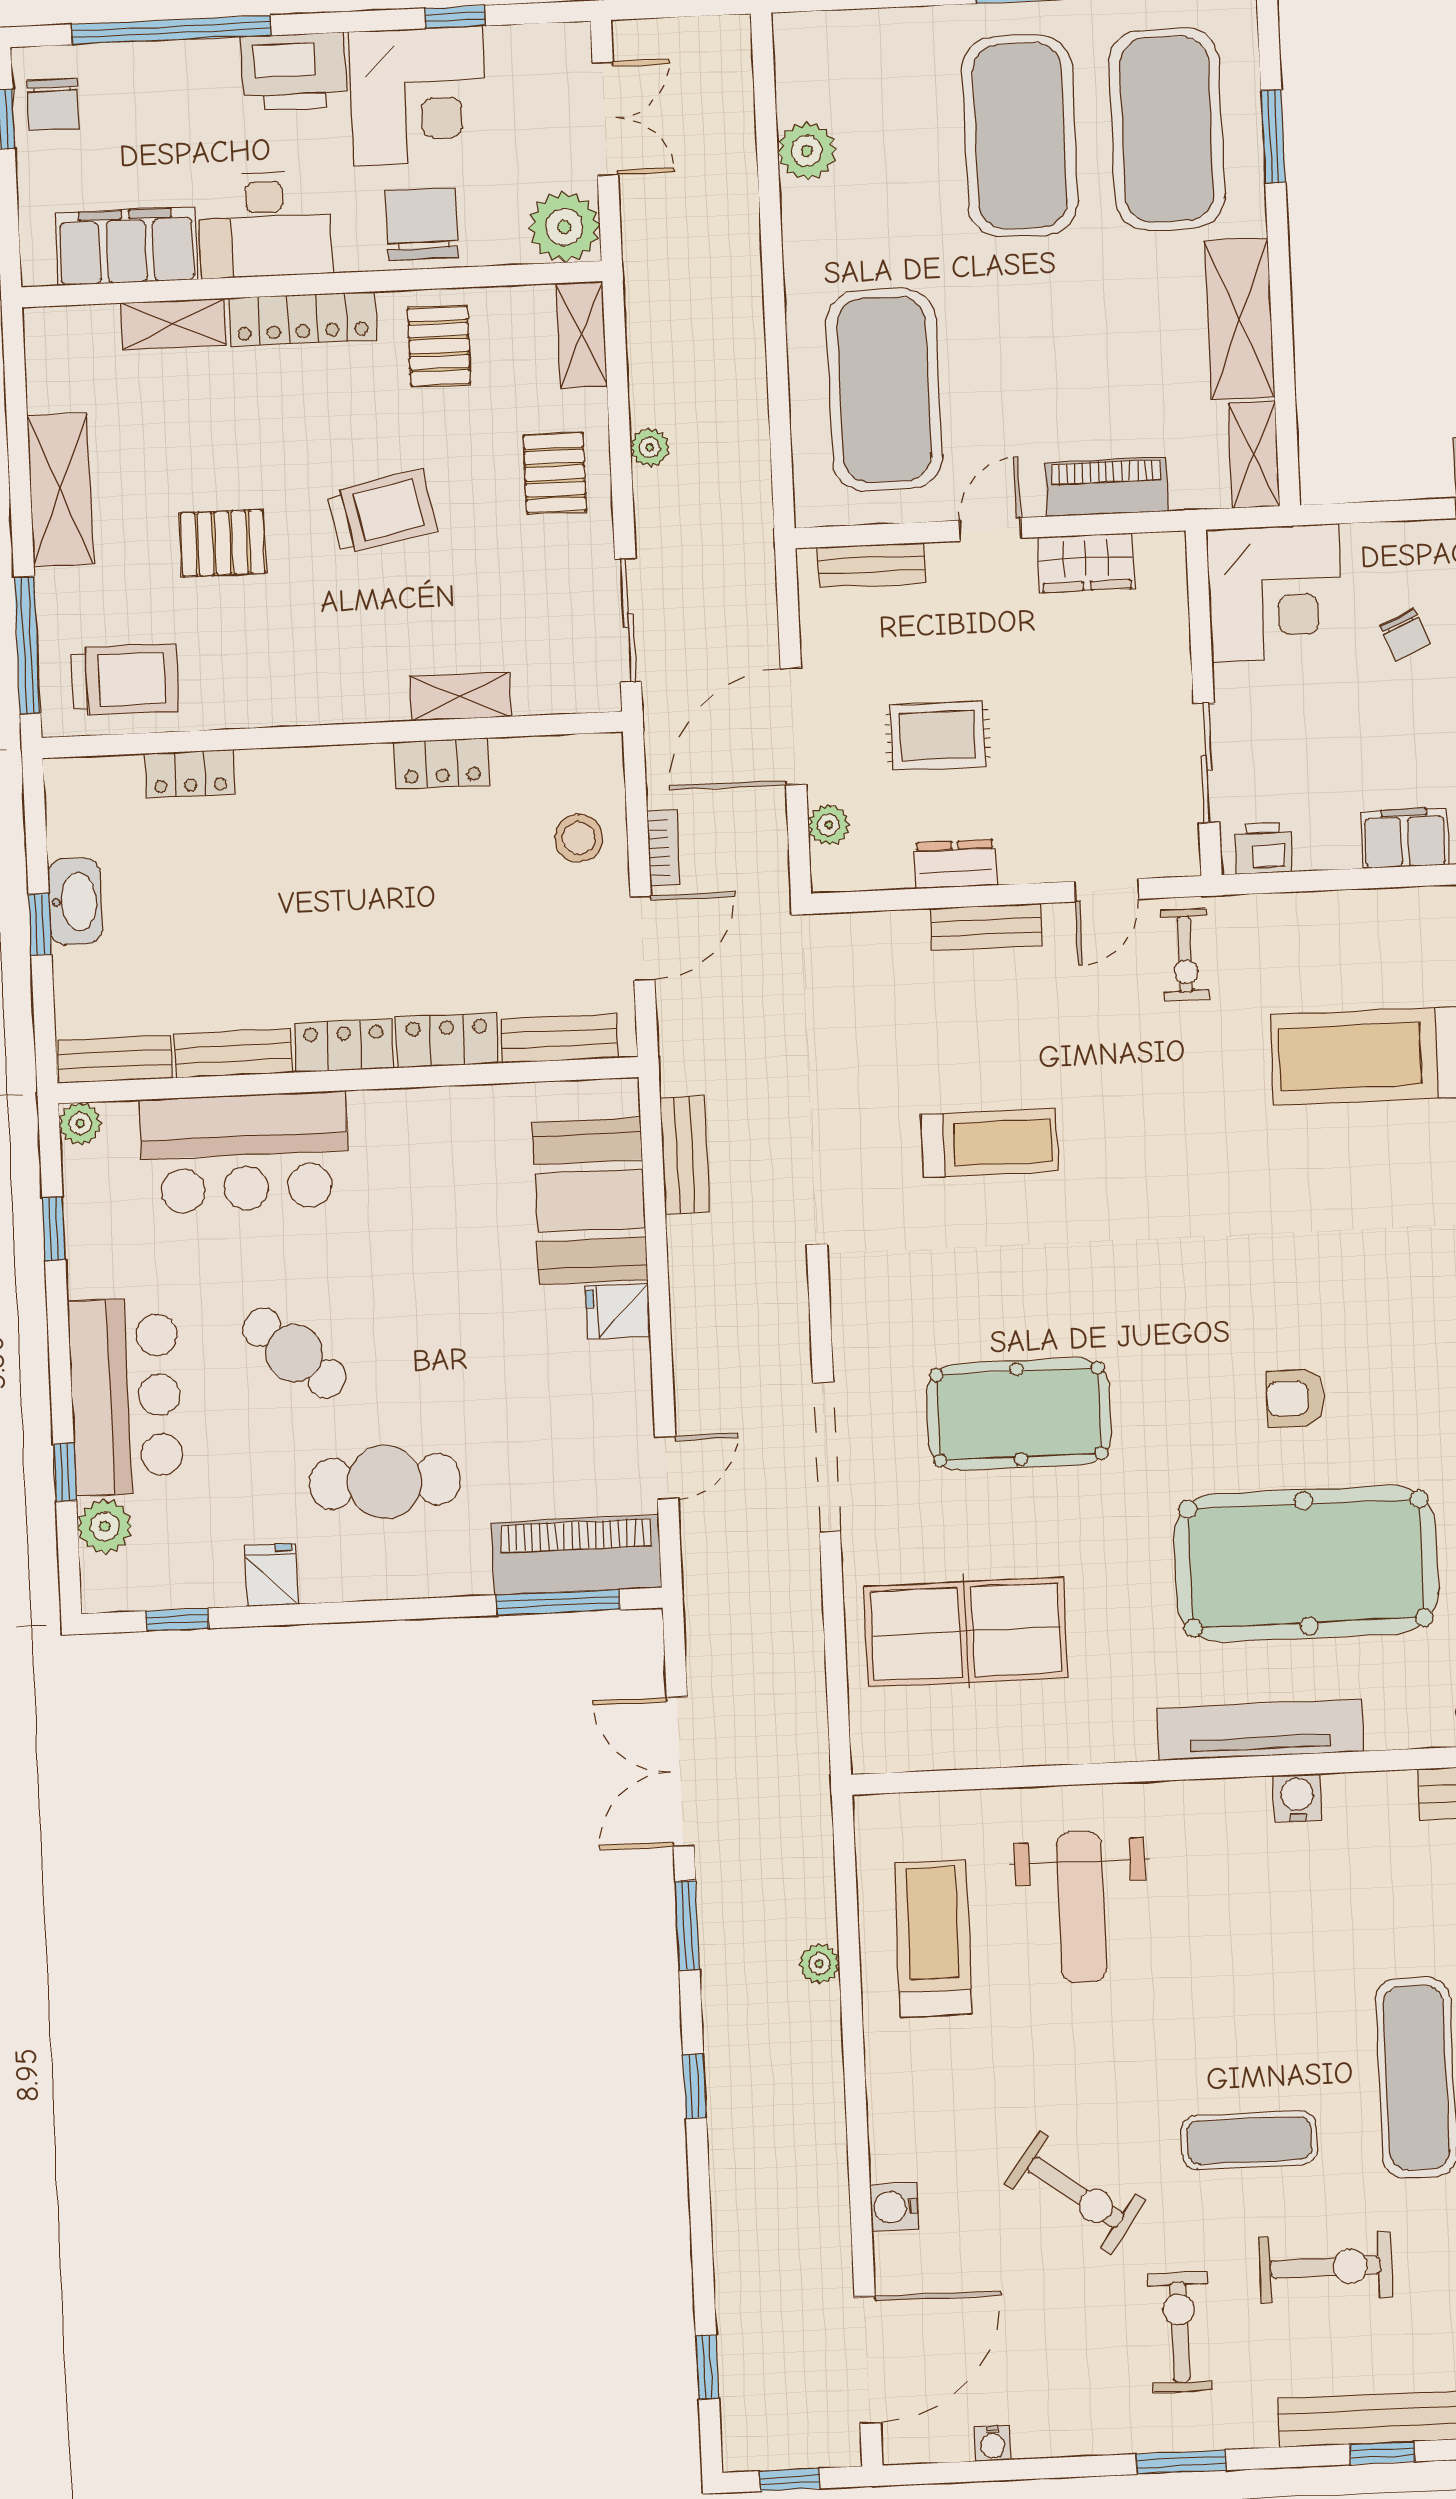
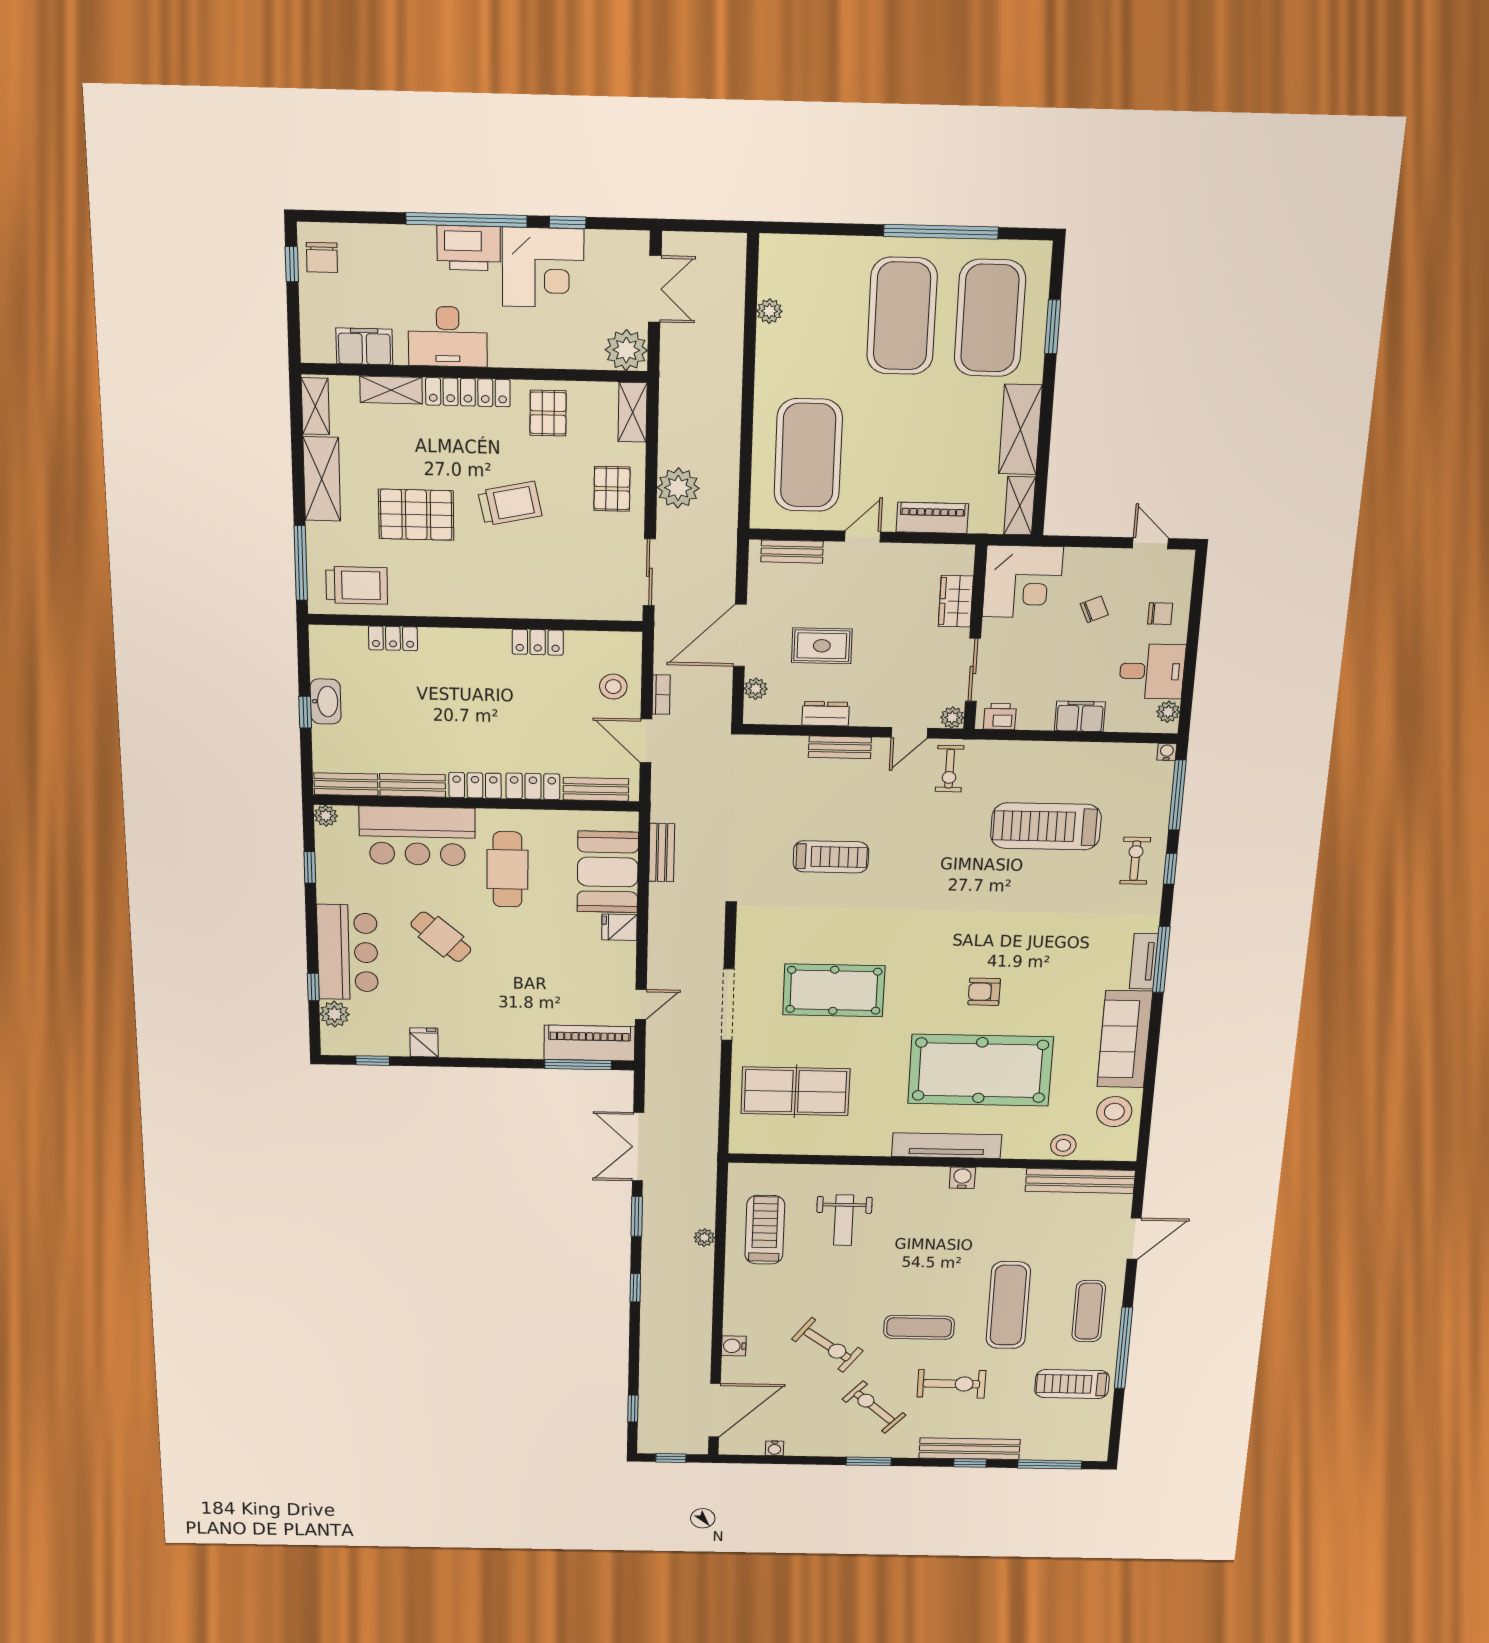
window: (171, 30) -> (466, 220), moved
plant: (807, 151) -> (769, 311), width x0.73, depth x0.73
chair: (422, 224) -> (541, 343), removed
filing cabinet: (126, 246) -> (364, 346), width x0.67, depth x0.86
plant: (650, 447) -> (678, 488), width x1.88, depth x1.88
pallet: (223, 543) -> (416, 515), width x1.50, depth x1.42
wardrobe: (1086, 563) -> (956, 601), moved, turned 90
chair: (1405, 635) -> (1094, 609), turned -91
shelving: (460, 697) -> (315, 406), moved, turned 90
plant: (1180, 856) -> (952, 718), added
door: (642, 938) -> (646, 741), swing flipped
cafe table: (385, 1482) -> (507, 869), moved, turned 90
weight bench: (1081, 1907) -> (844, 1220), width x0.73, depth x0.75
exercise bike: (1180, 2332) -> (874, 1407), turned -48

